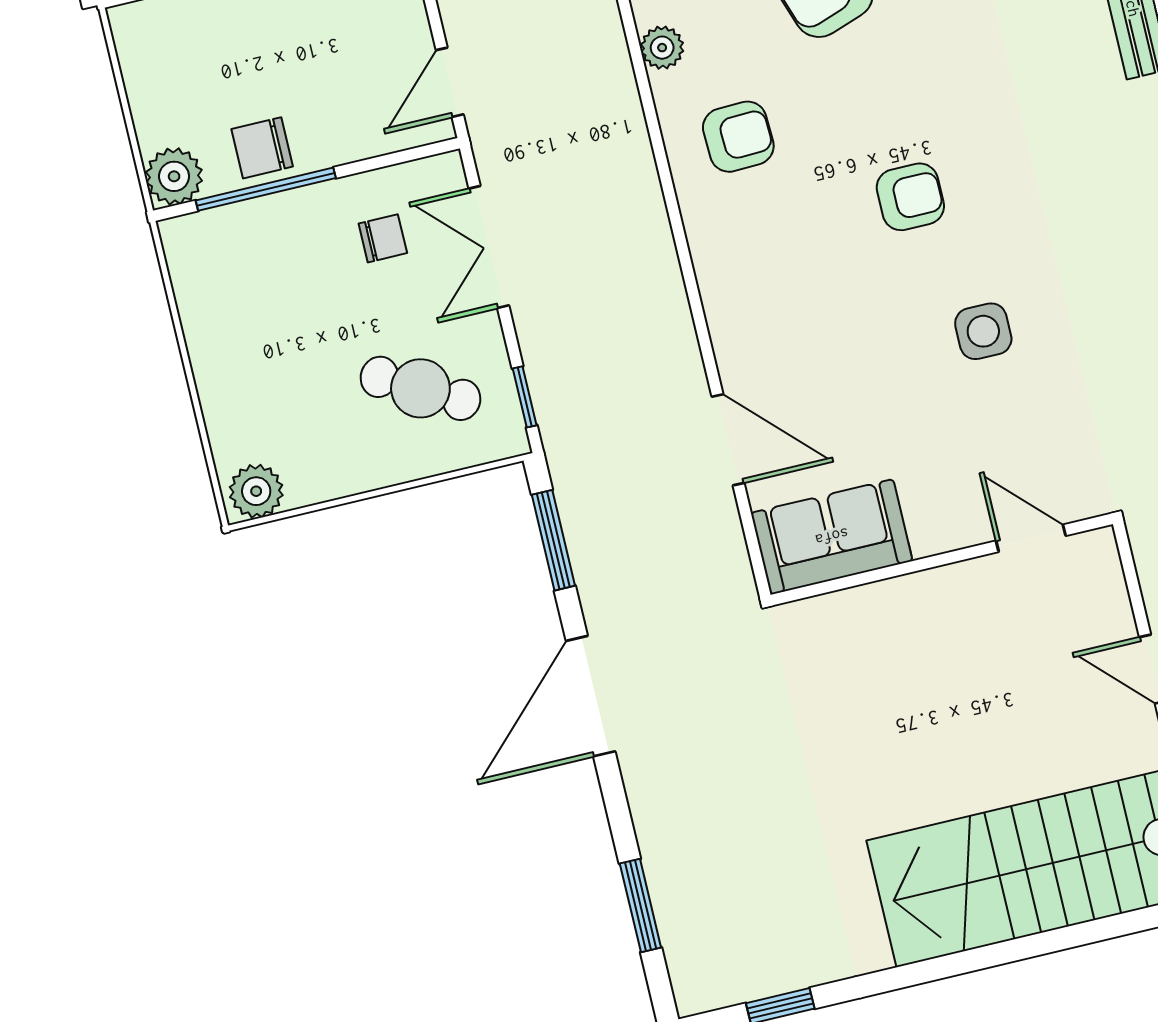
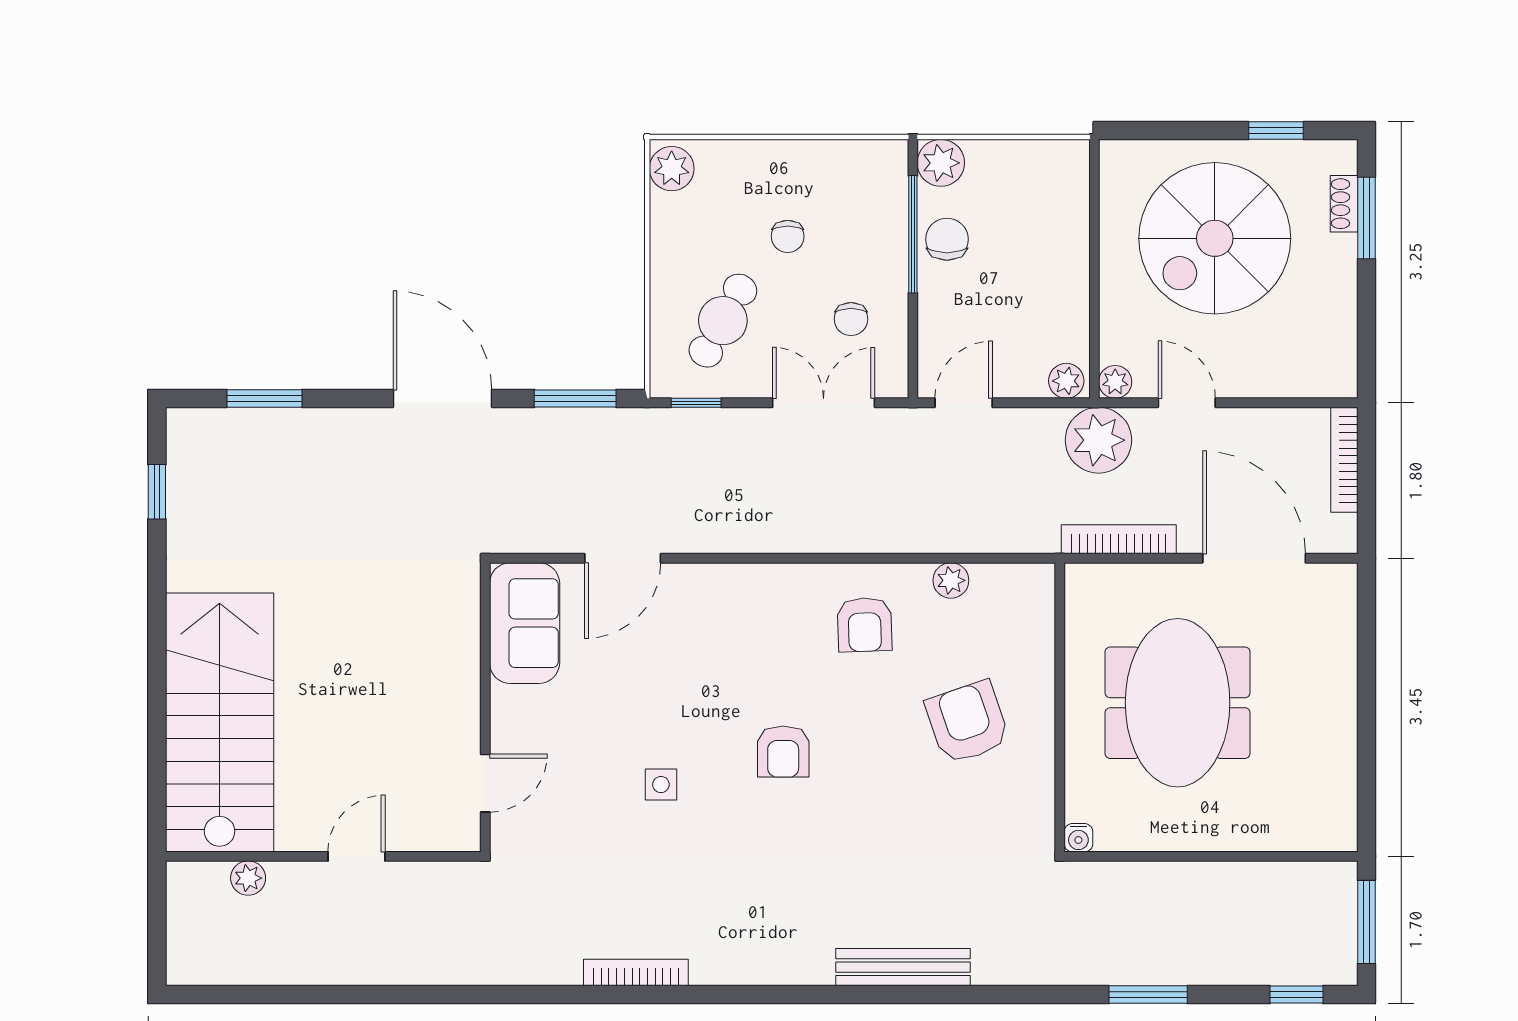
door: (450, 82) -> (964, 403), hinge flipped
side table: (983, 331) -> (661, 785), width x0.73, depth x0.73
chair: (303, 336) -> (788, 236), added

